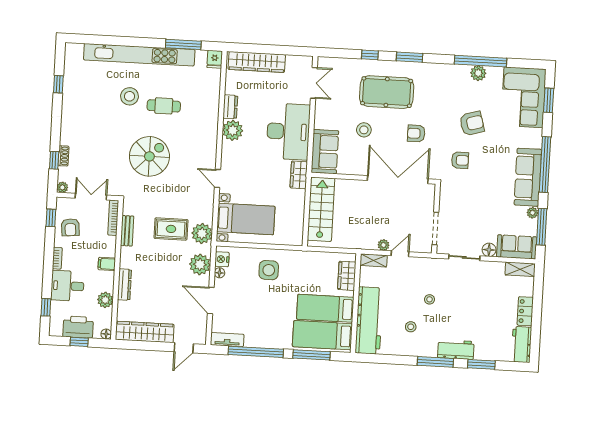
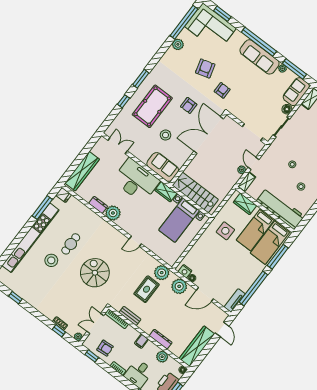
window: (480, 61) -> (184, 22), moved
bed with nightstands: (246, 219) -> (179, 220), moved, turned 180
side table: (269, 270) -> (225, 231), moved

